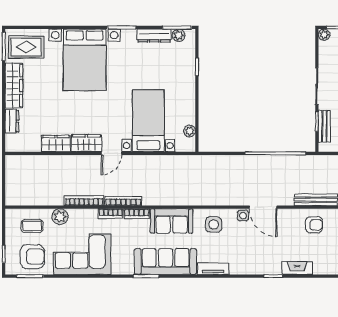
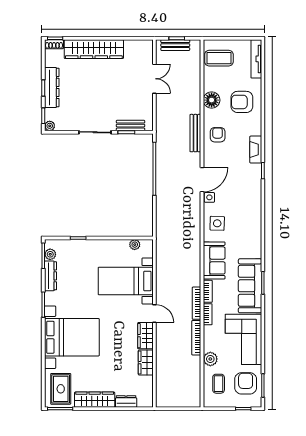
sofa: (166, 262) -> (250, 286), moved
tv unit: (213, 269) -> (256, 224), removed

